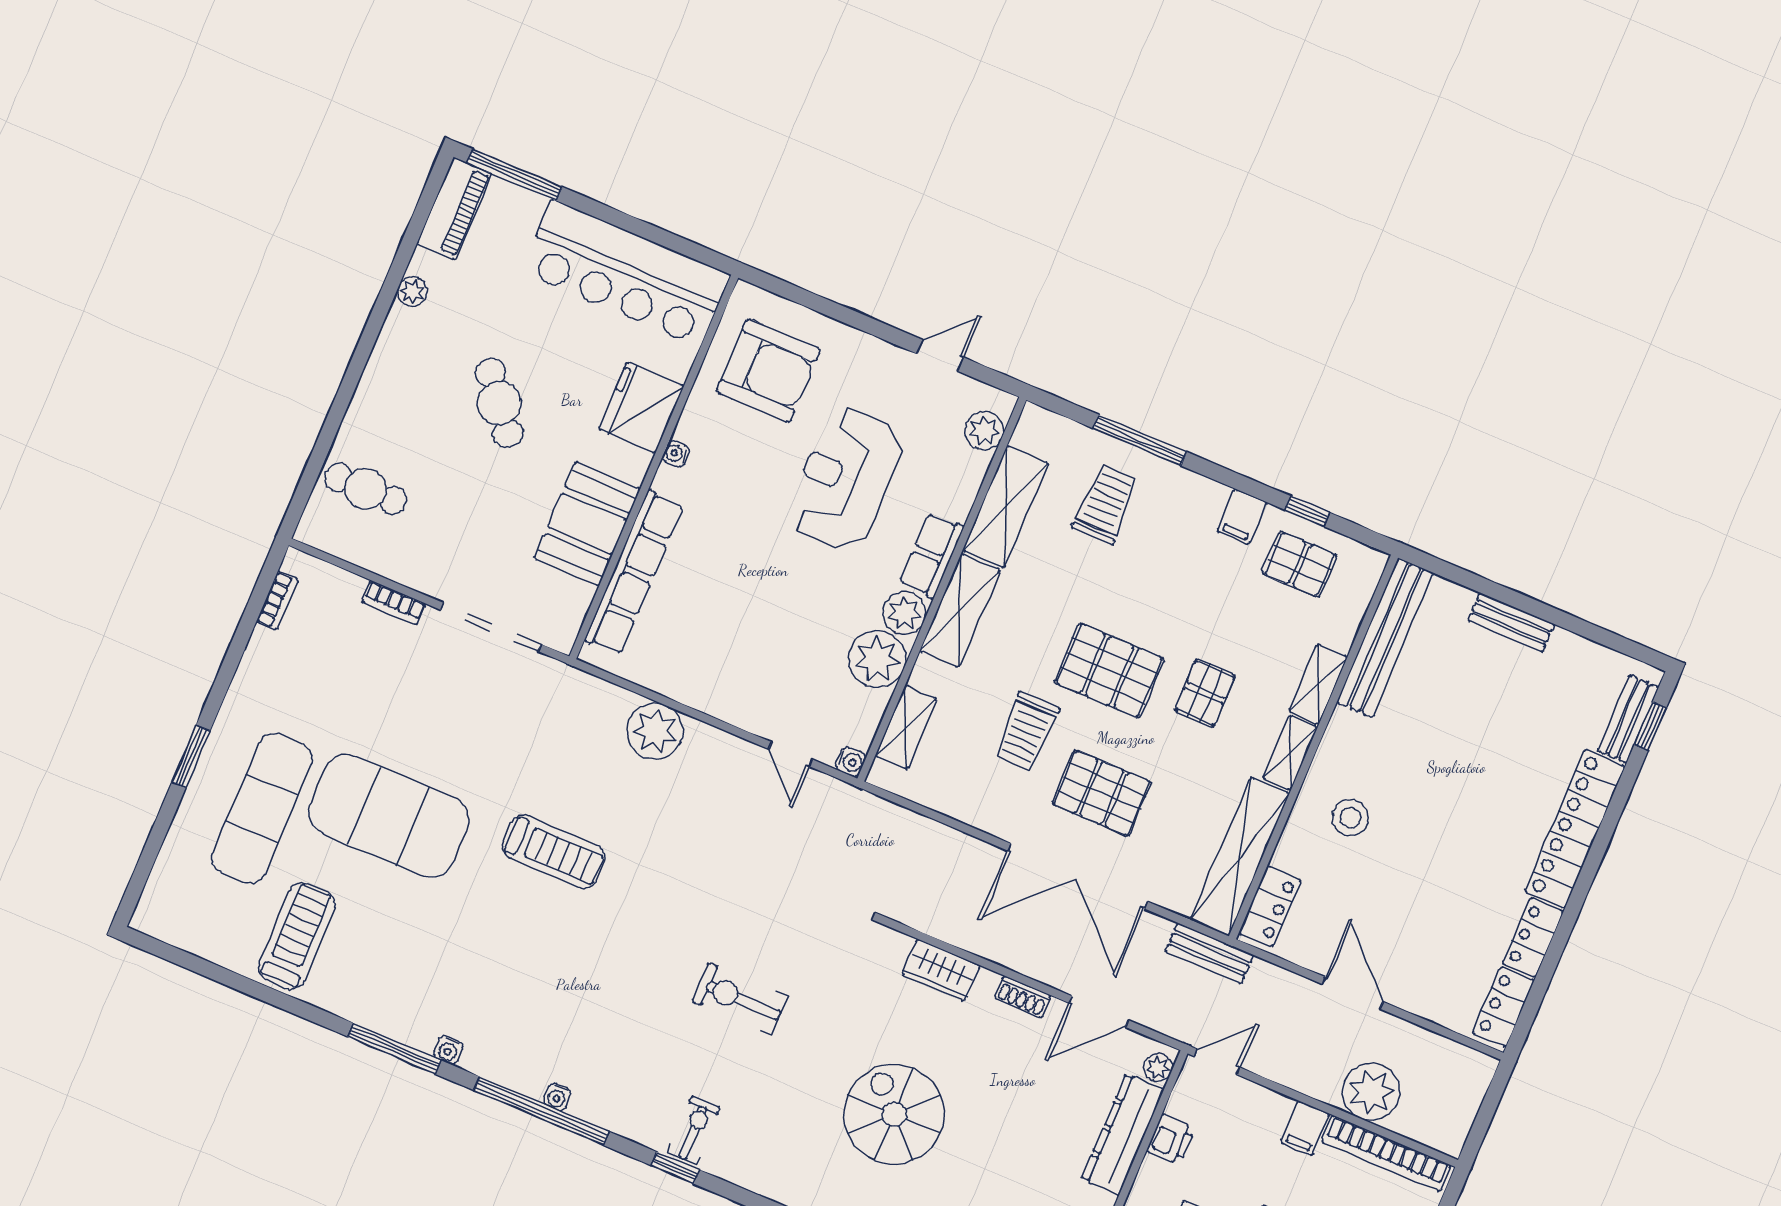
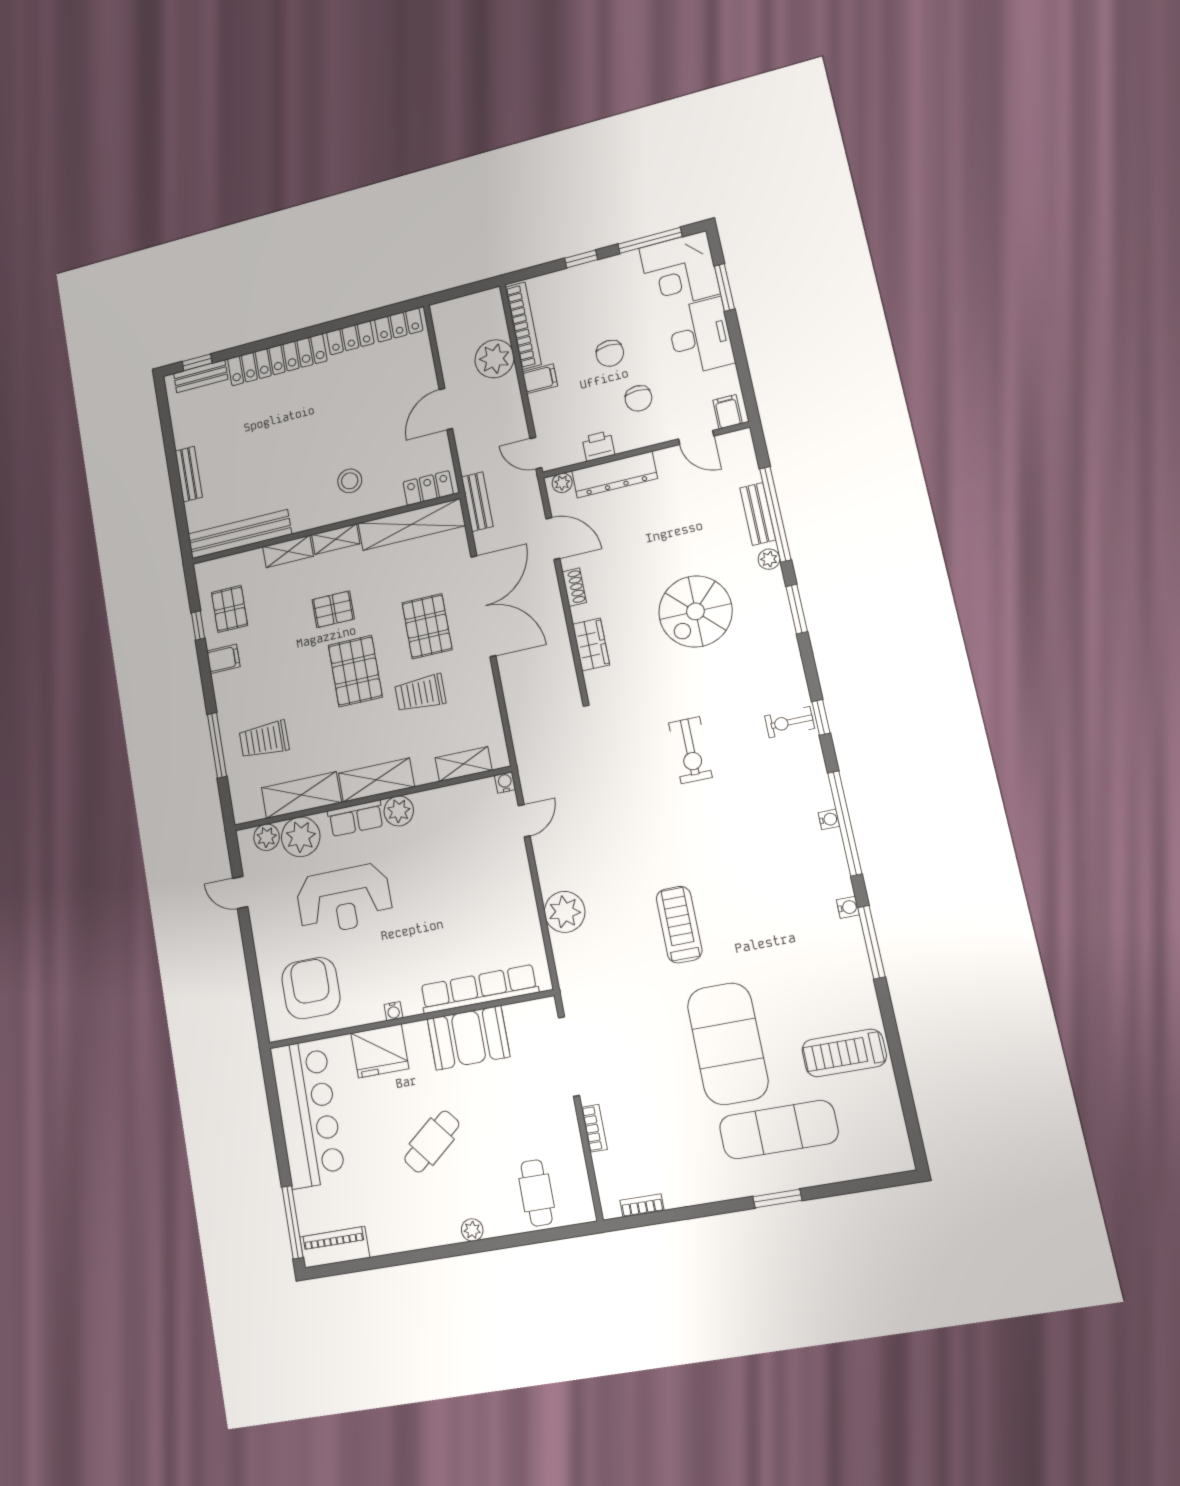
plant: (412, 292) -> (472, 1230), moved
plant: (877, 659) -> (301, 837), moved
trolley: (1026, 732) -> (420, 693), turned 180

